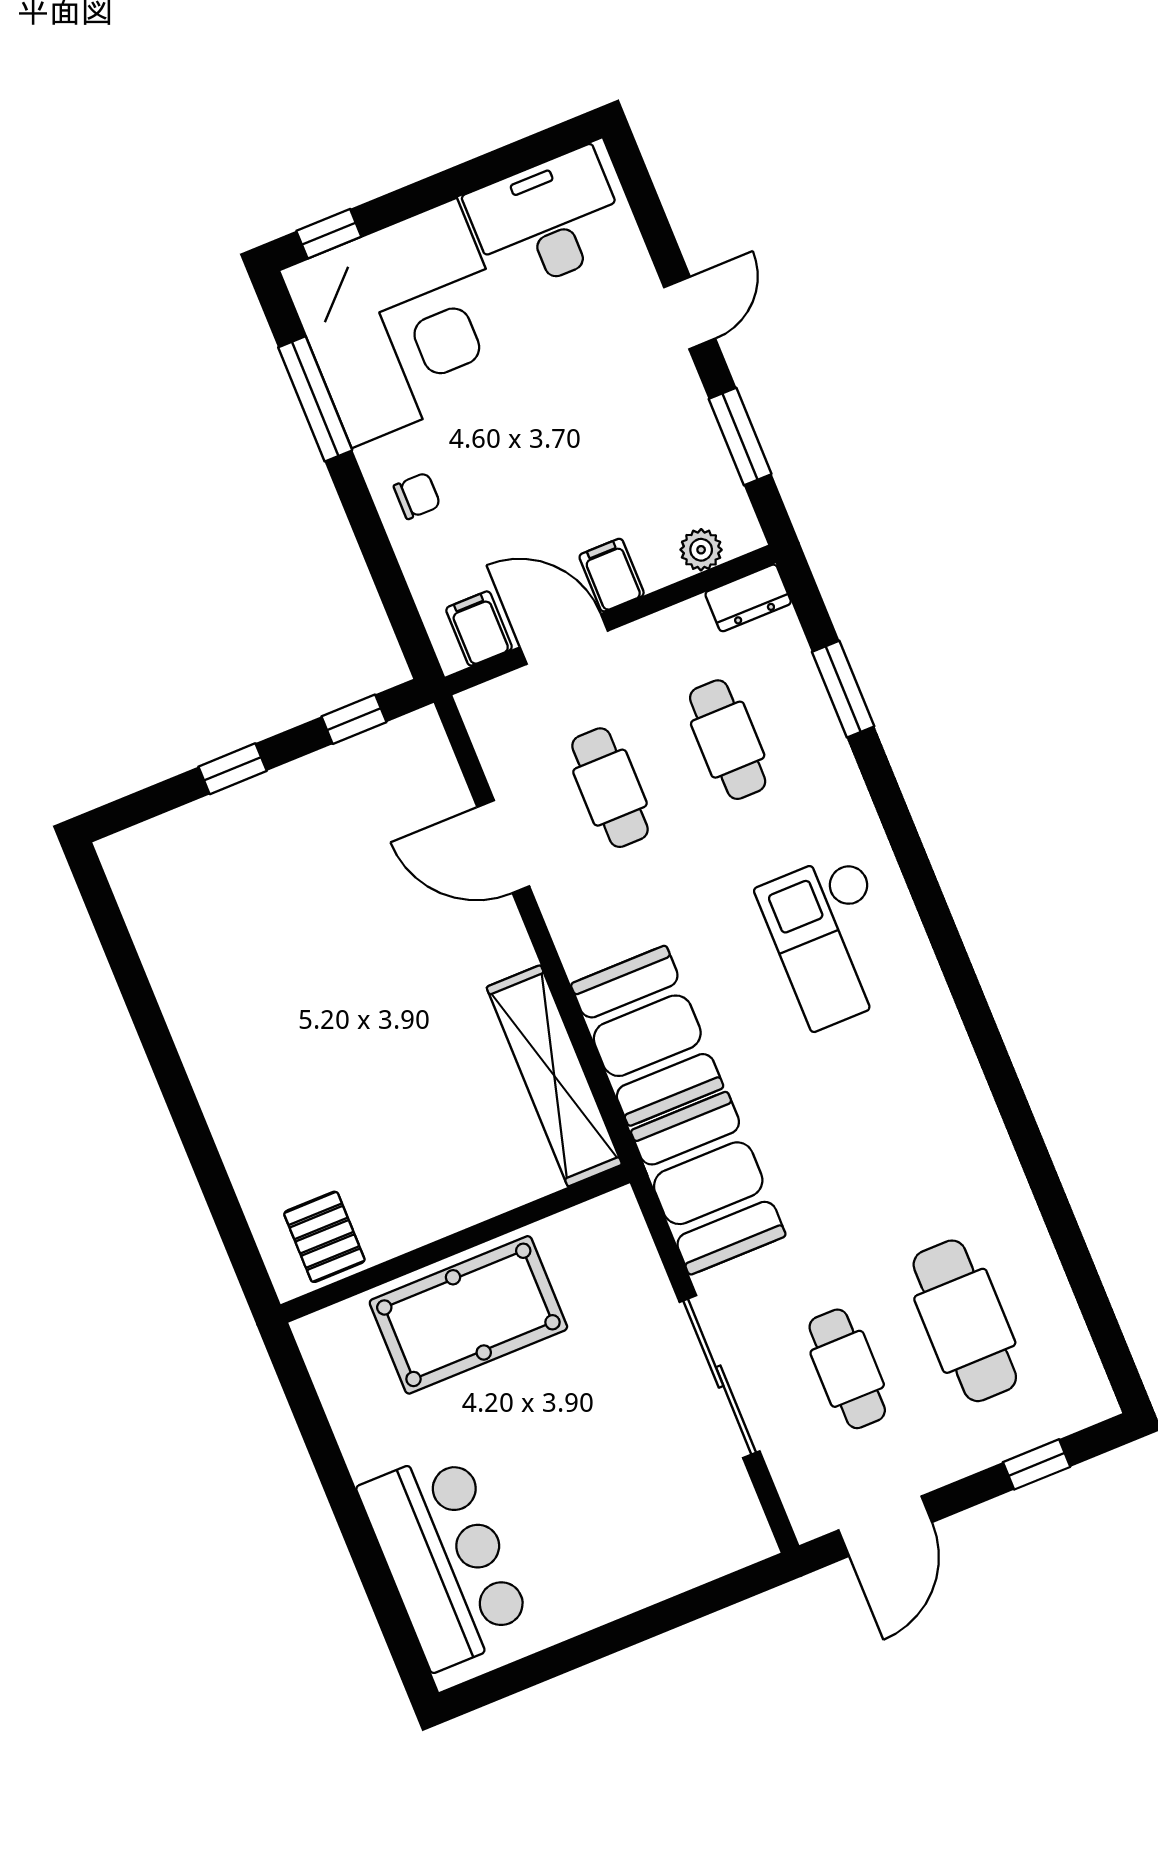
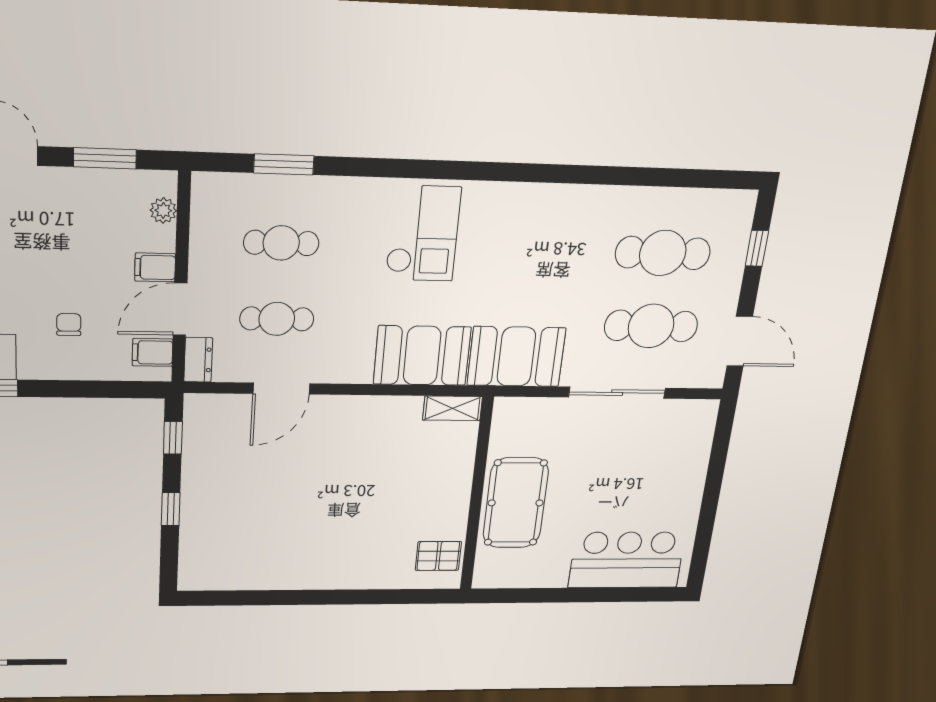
chair: (417, 496) -> (69, 324), moved
dresser: (748, 598) -> (198, 360), moved
checkout: (833, 940) -> (423, 233), turned -90
shelving: (554, 1076) -> (453, 408), width x0.45, depth x0.75
cafe table: (847, 1369) -> (651, 326), width x1.37, depth x1.35

